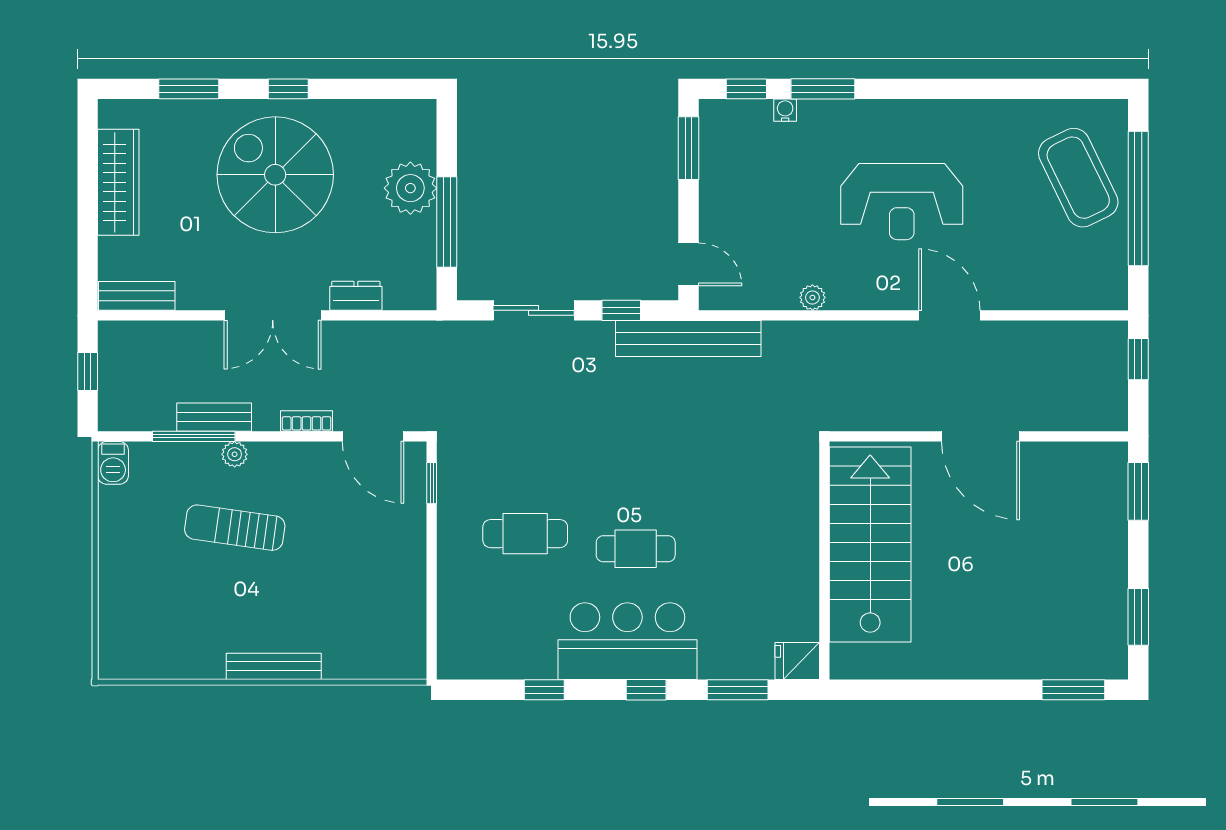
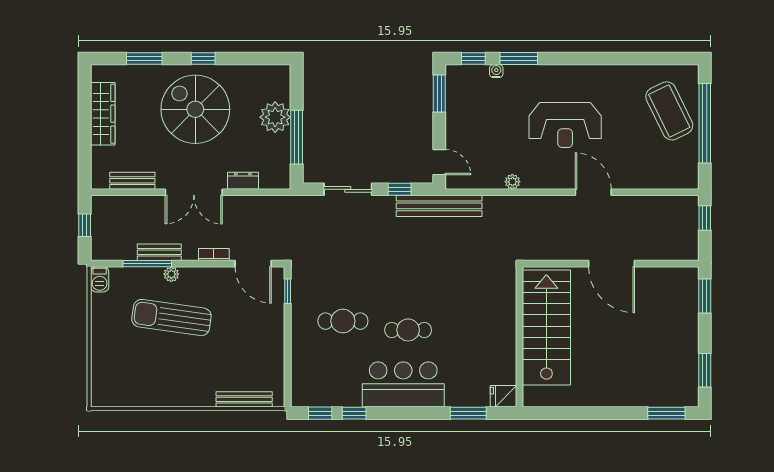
bench: (137, 296) -> (132, 181), moved
sun lounger: (235, 528) -> (171, 318), width x1.36, depth x1.34
bench: (274, 666) -> (244, 399), moved
window: (646, 690) -> (320, 413), moved

